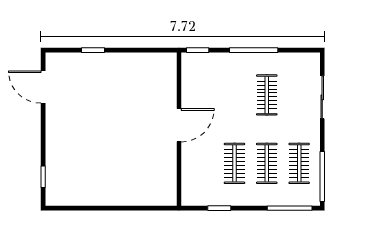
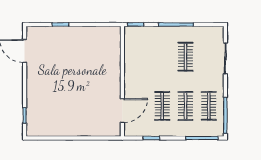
door: (179, 125) -> (122, 110), moved

